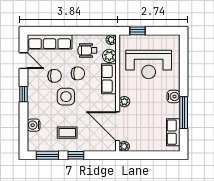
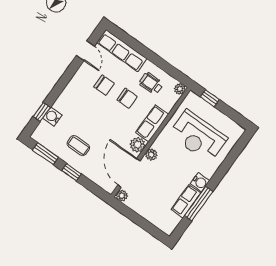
plant: (109, 56) -> (138, 145), moved
window: (24, 94) -> (42, 112), moved
side table: (66, 97) -> (101, 112), removed
row of seats: (173, 132) -> (186, 201), moved

